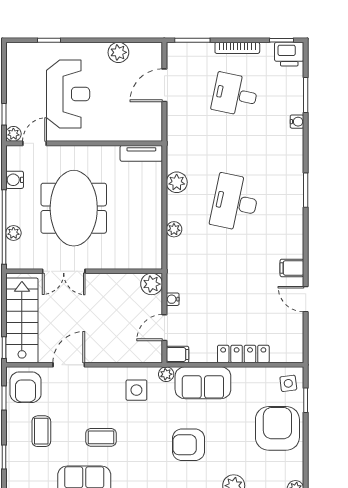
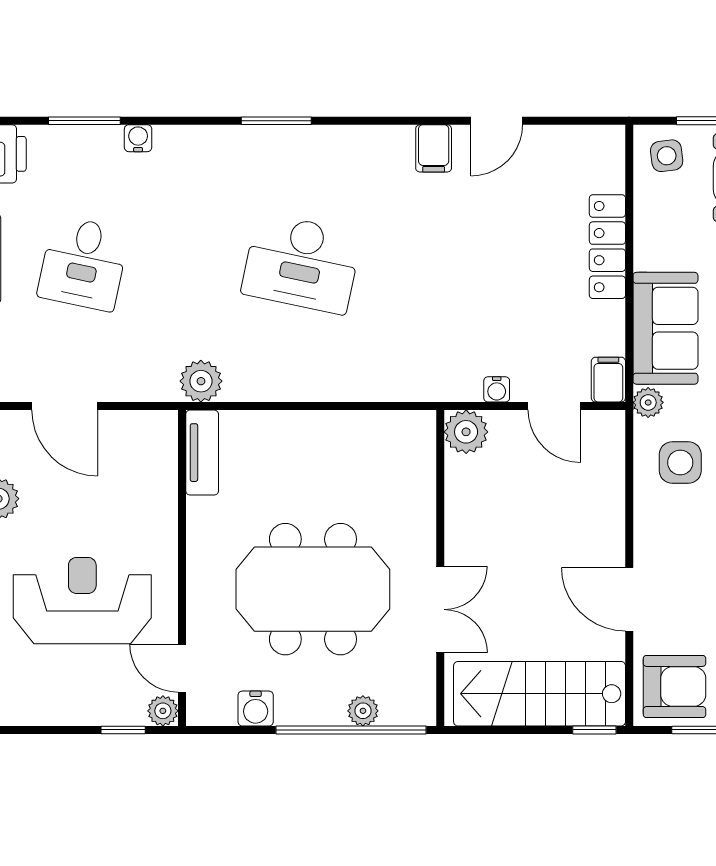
plant: (177, 182) -> (201, 381), moved
plant: (174, 229) -> (356, 387), removed

